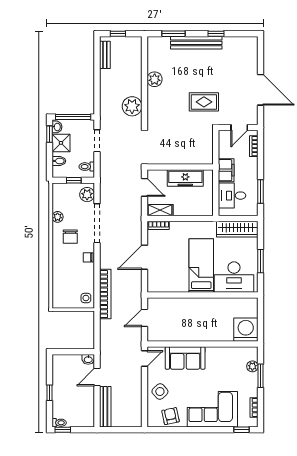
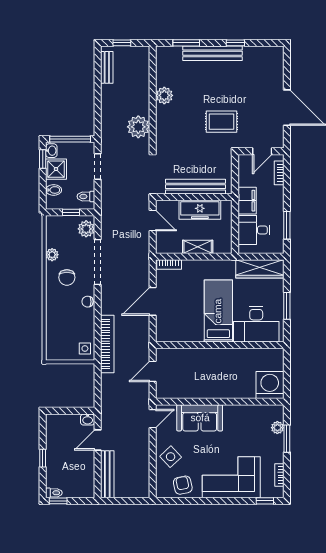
bench: (181, 158) -> (195, 187), added
shelving: (160, 210) -> (198, 247), moved

